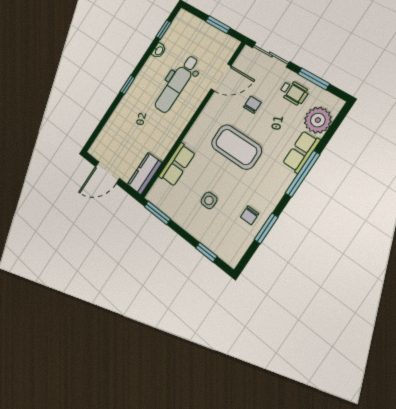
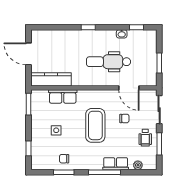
plant: (318, 120) -> (138, 165), width x0.53, depth x0.53
kitchen counter: (145, 174) -> (51, 79), width x1.50

